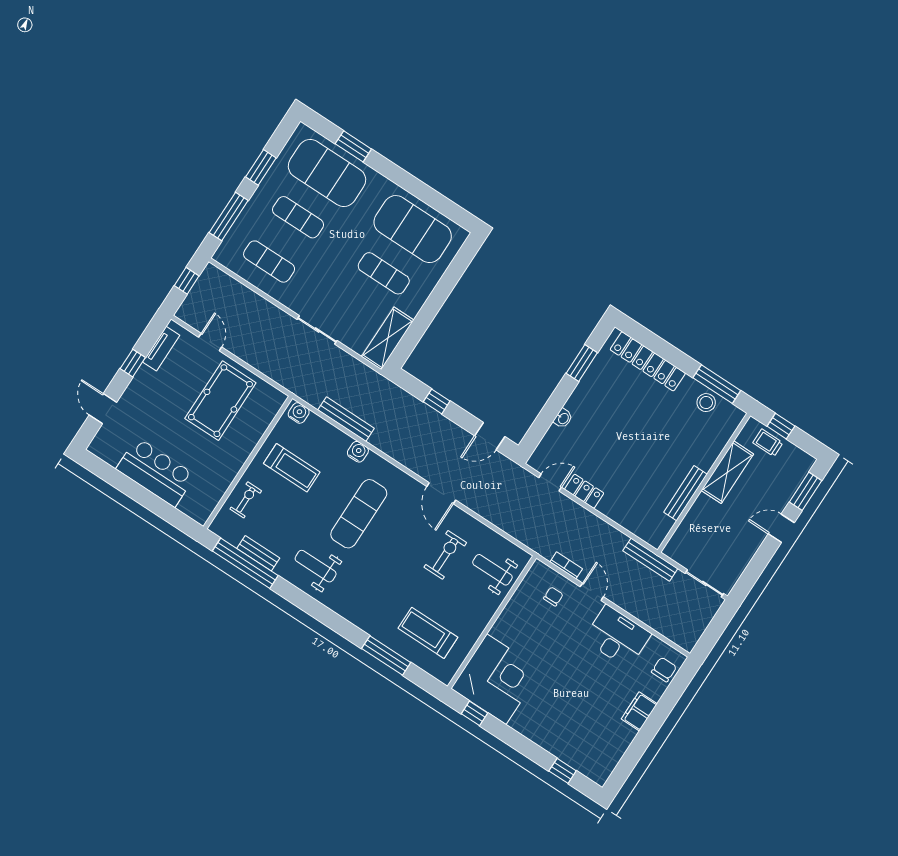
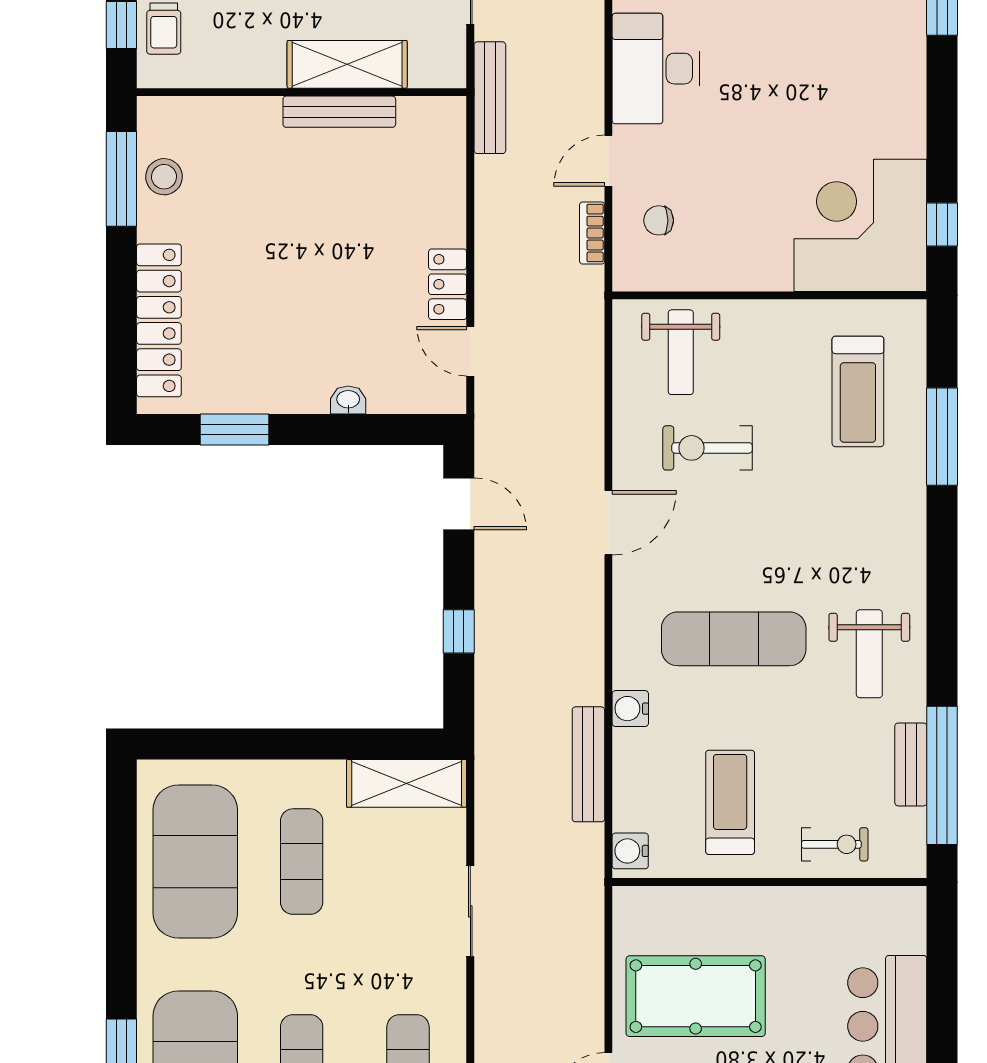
shelving: (727, 472) -> (347, 64), moved
exercise bike: (246, 500) -> (835, 844), turned 180

